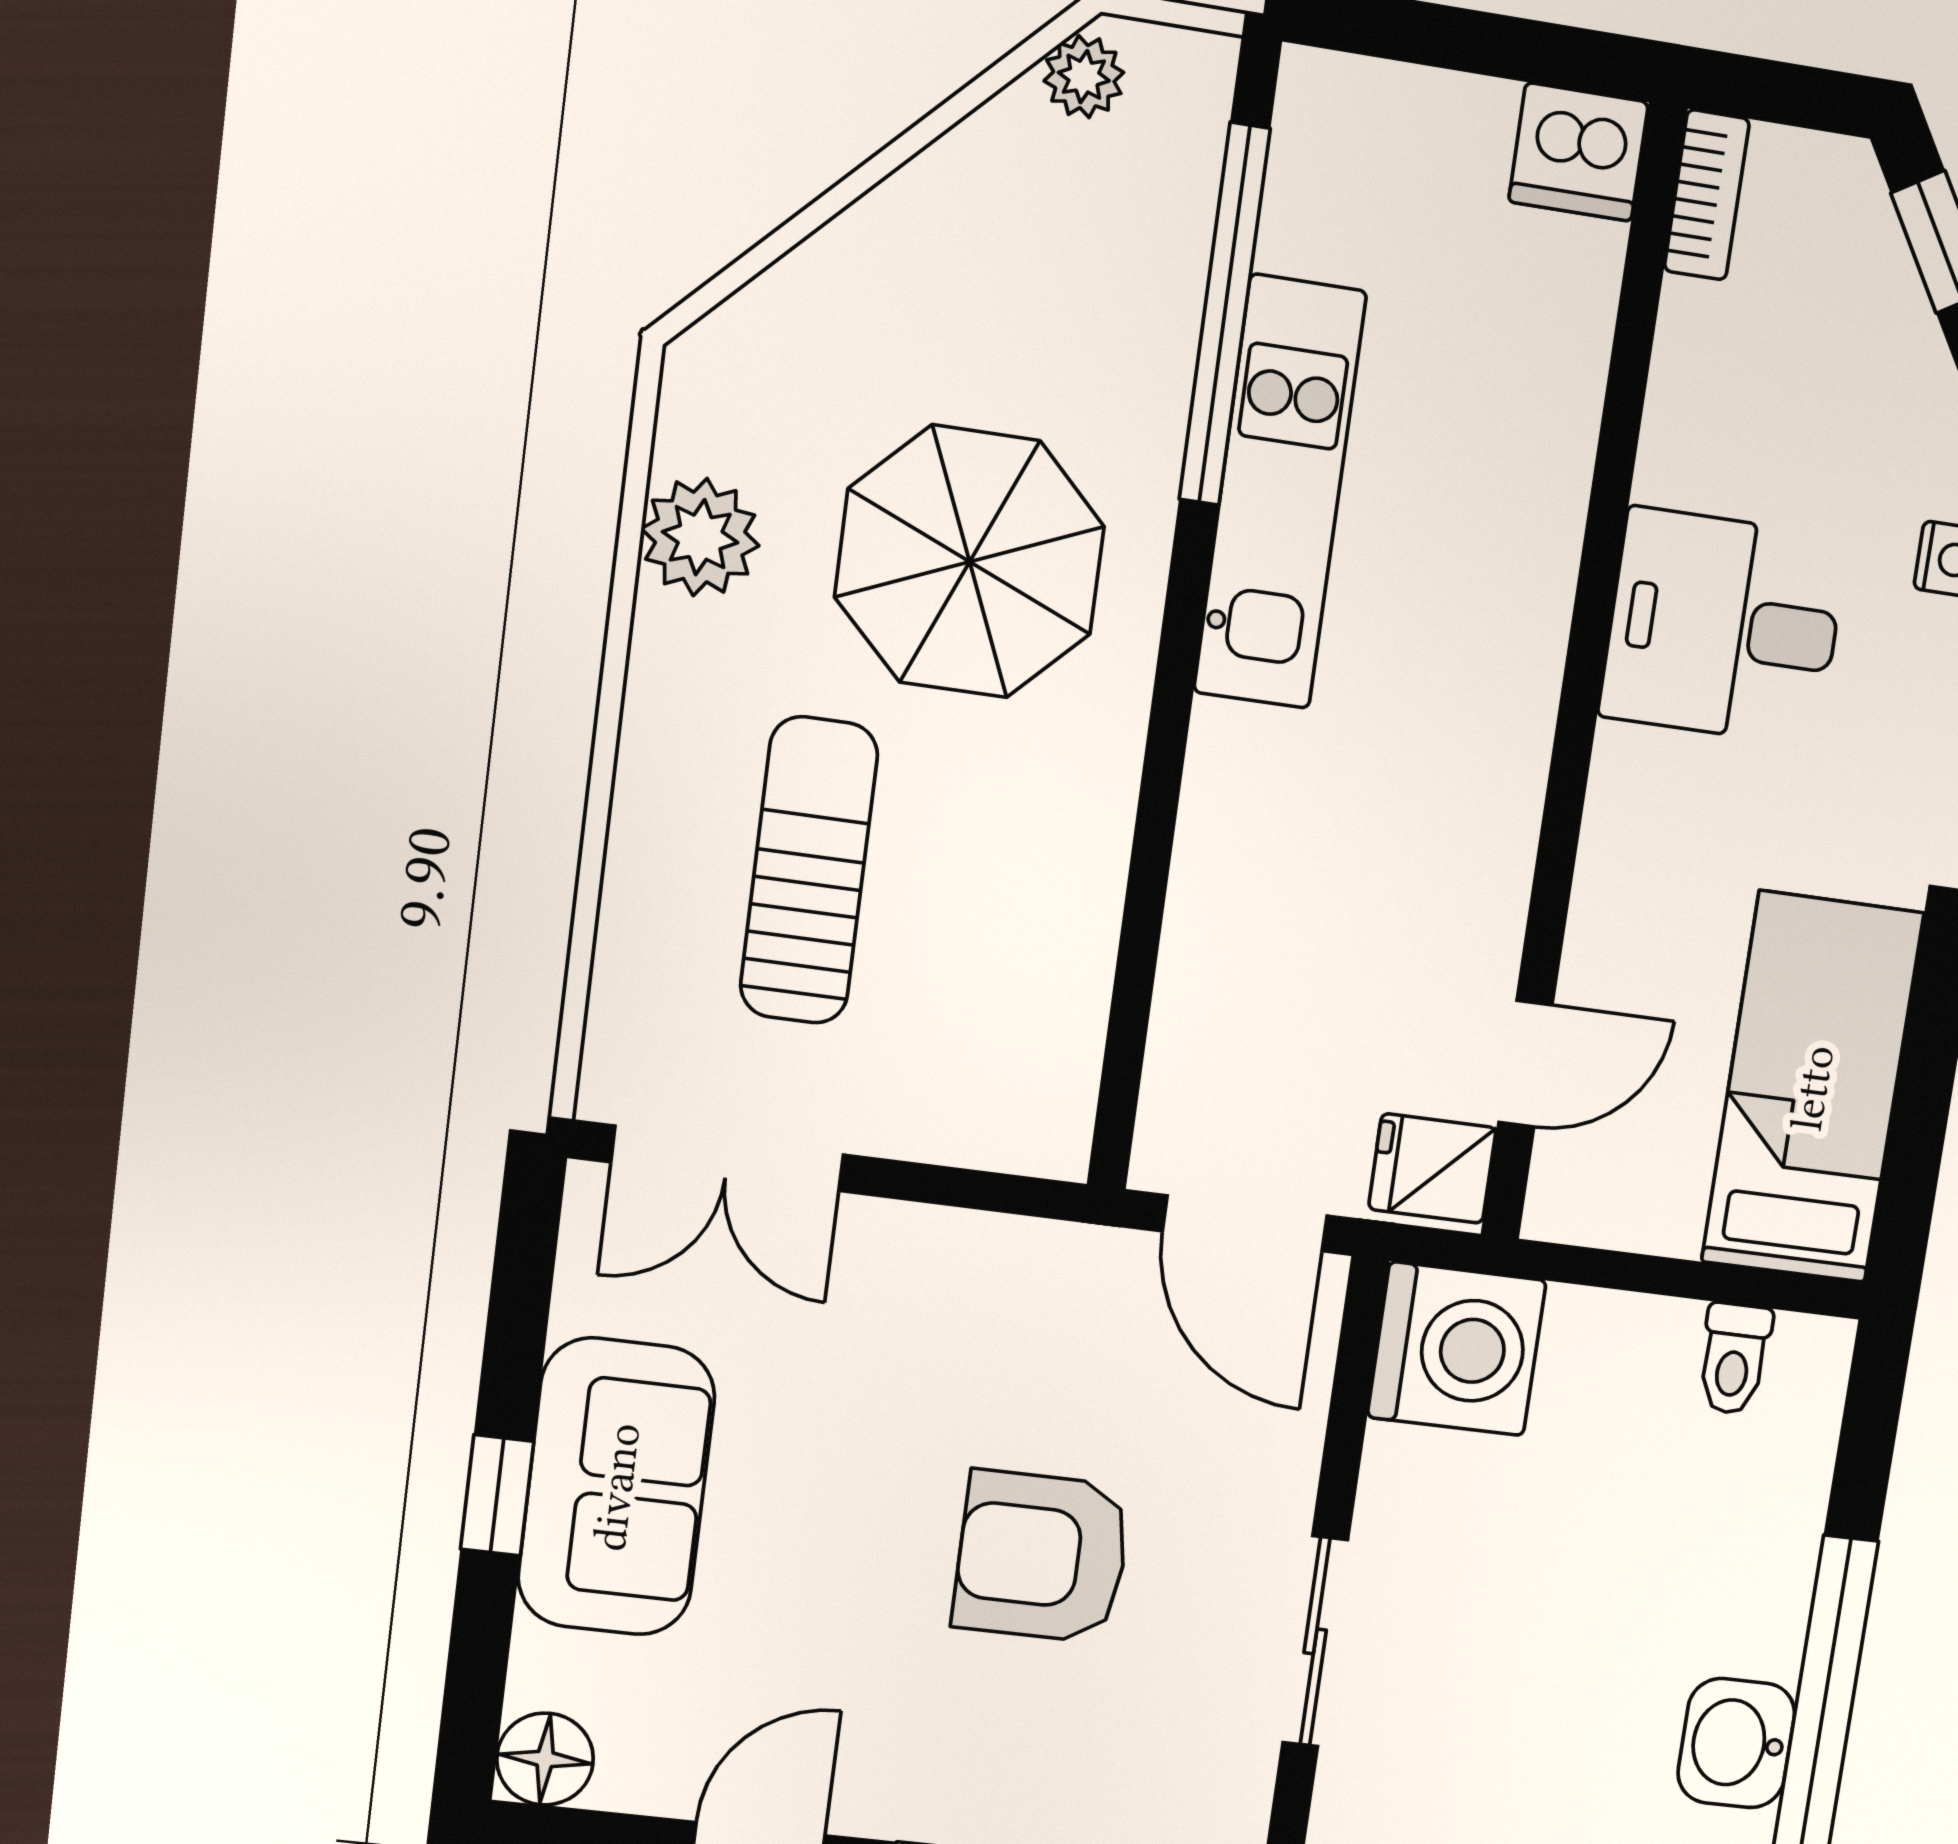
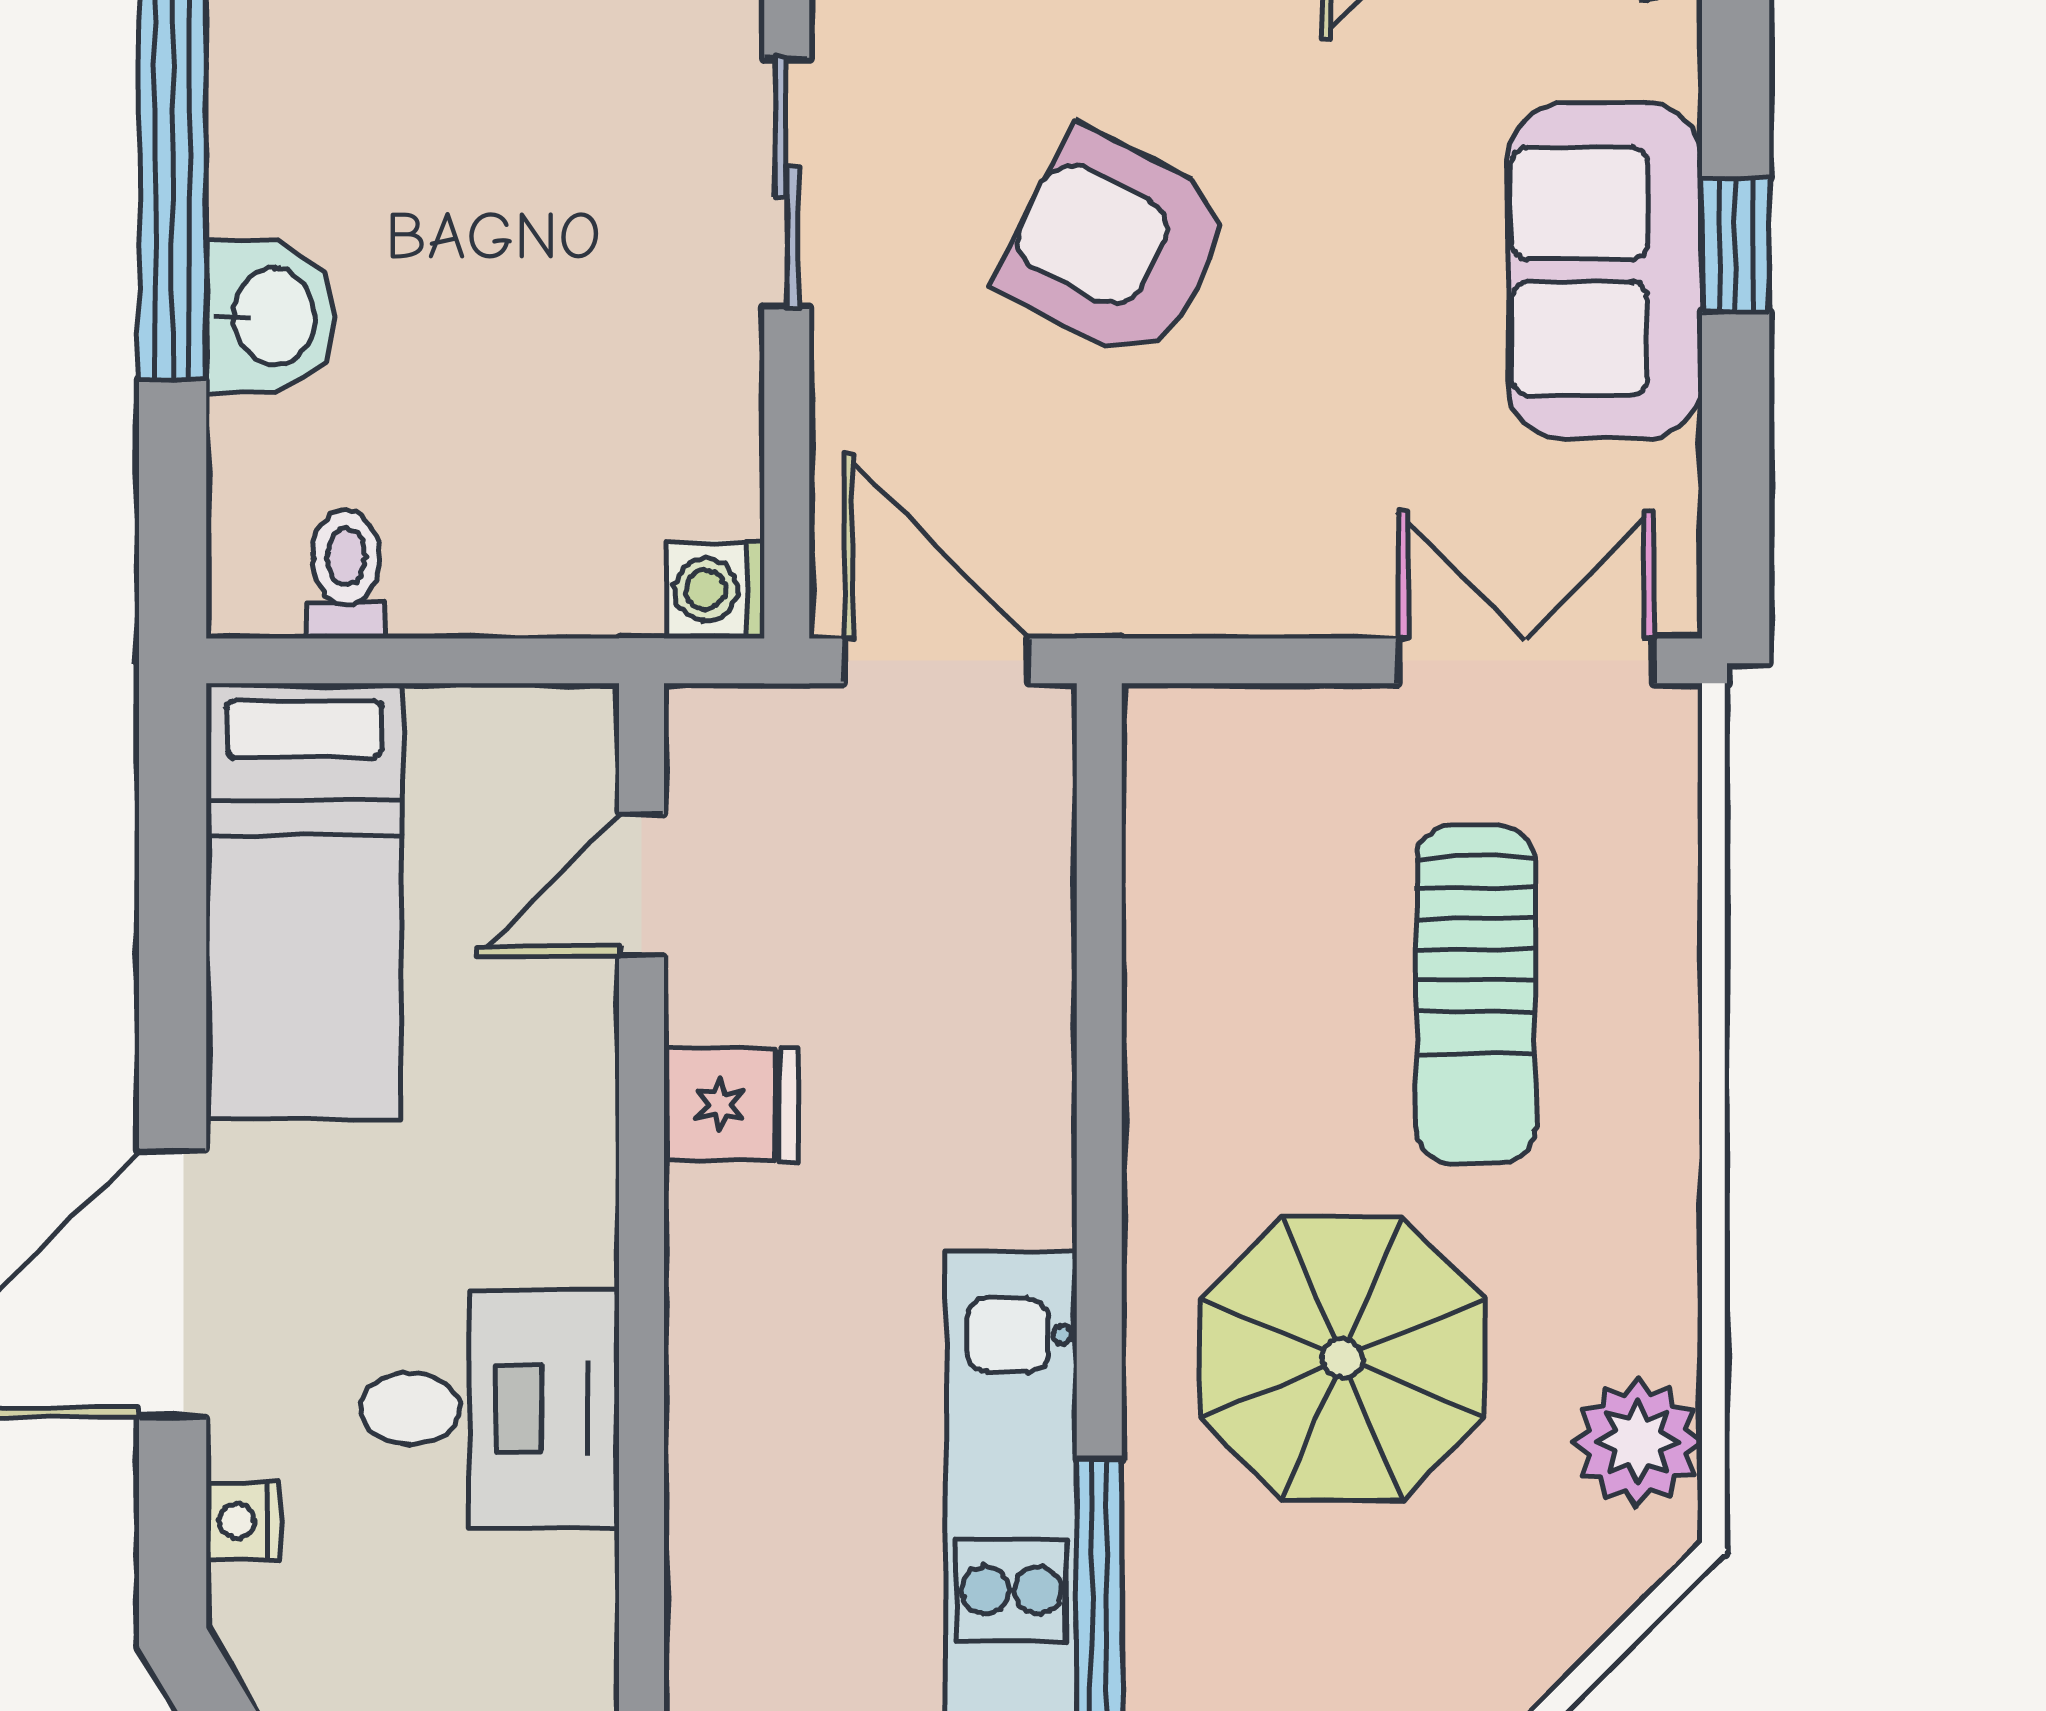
plant: (700, 537) -> (1638, 1442), moved
fridge: (1432, 1168) -> (731, 1104), moved
washing machine: (1457, 1349) -> (715, 590), width x0.53, depth x0.53
armchair: (1042, 1557) -> (1115, 246), turned -153
washbasin: (1736, 1743) -> (271, 317), moved

